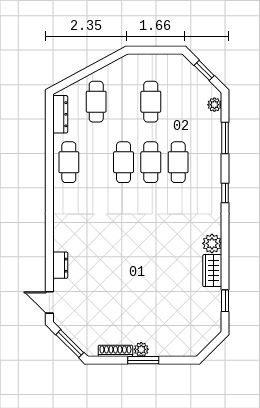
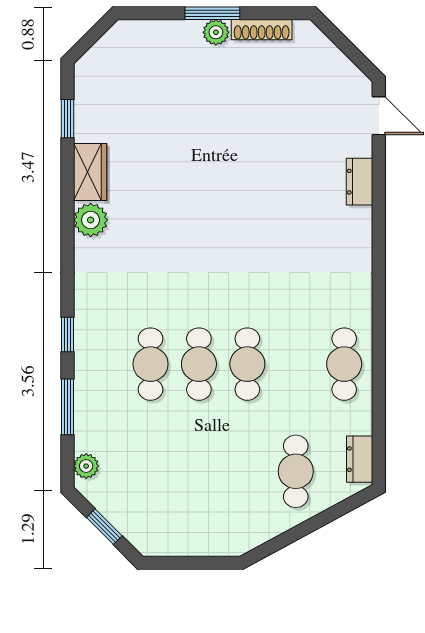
cafe table: (151, 102) -> (199, 471), removed
dresser: (60, 114) -> (360, 459), width x0.70
window: (225, 193) -> (67, 334), moved
window: (70, 344) -> (343, 43), removed

